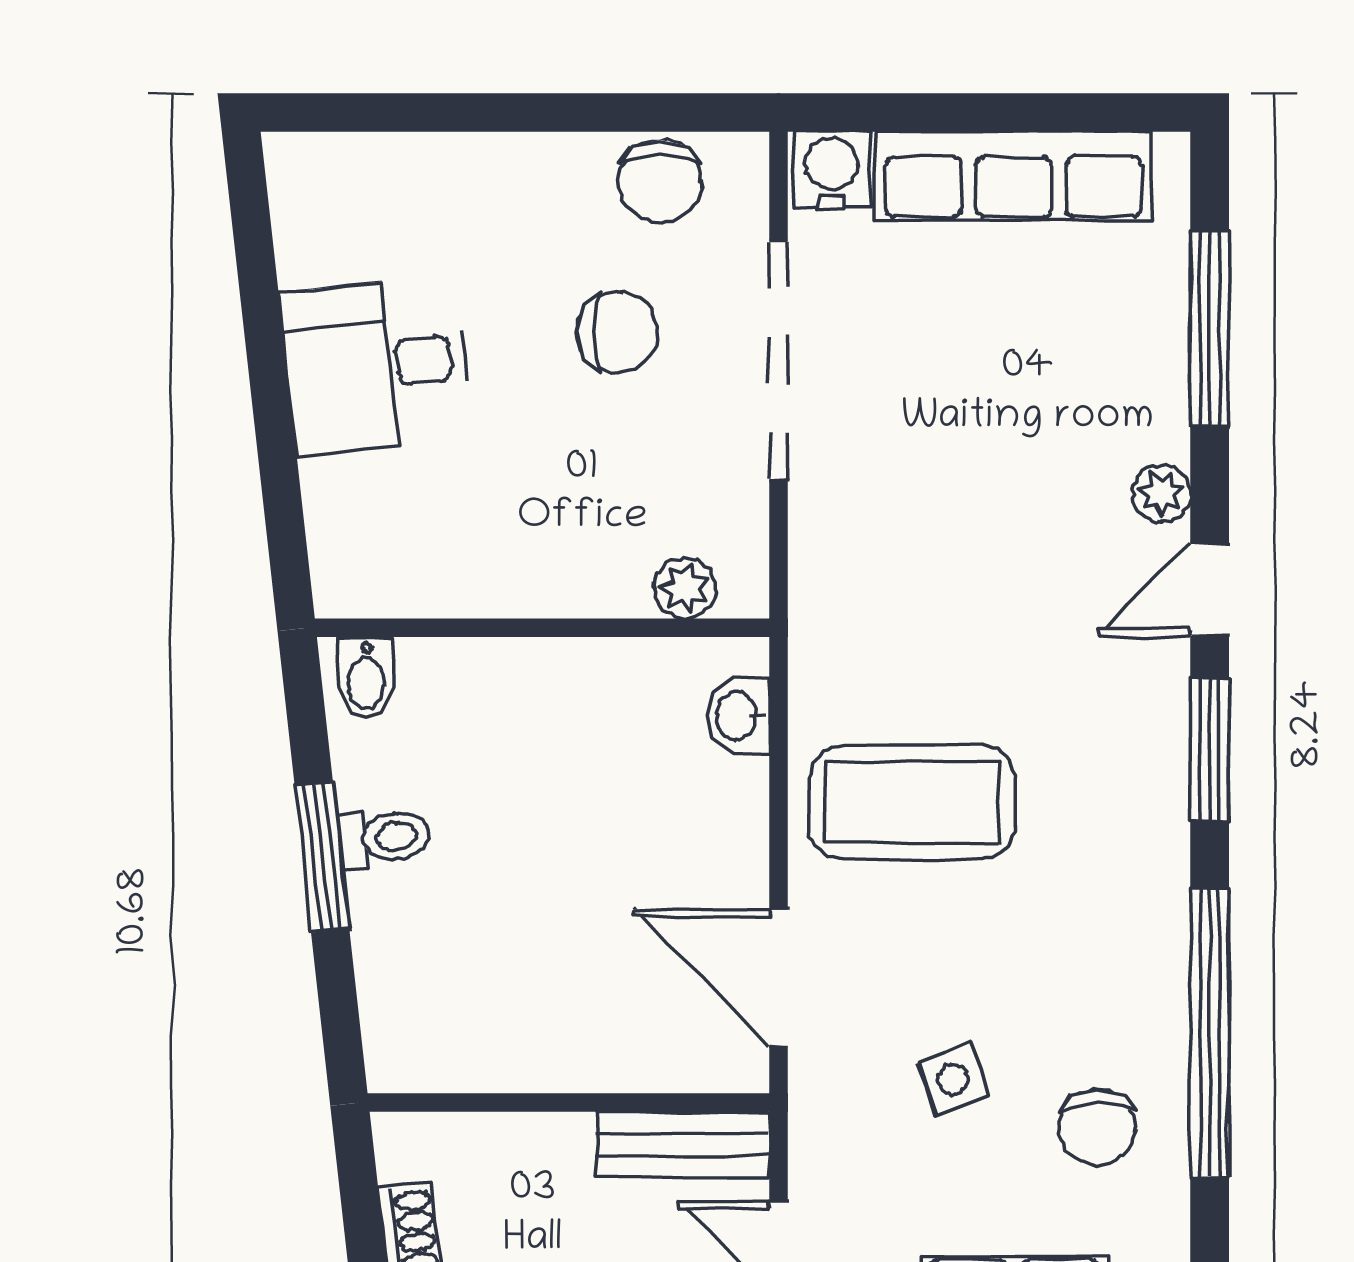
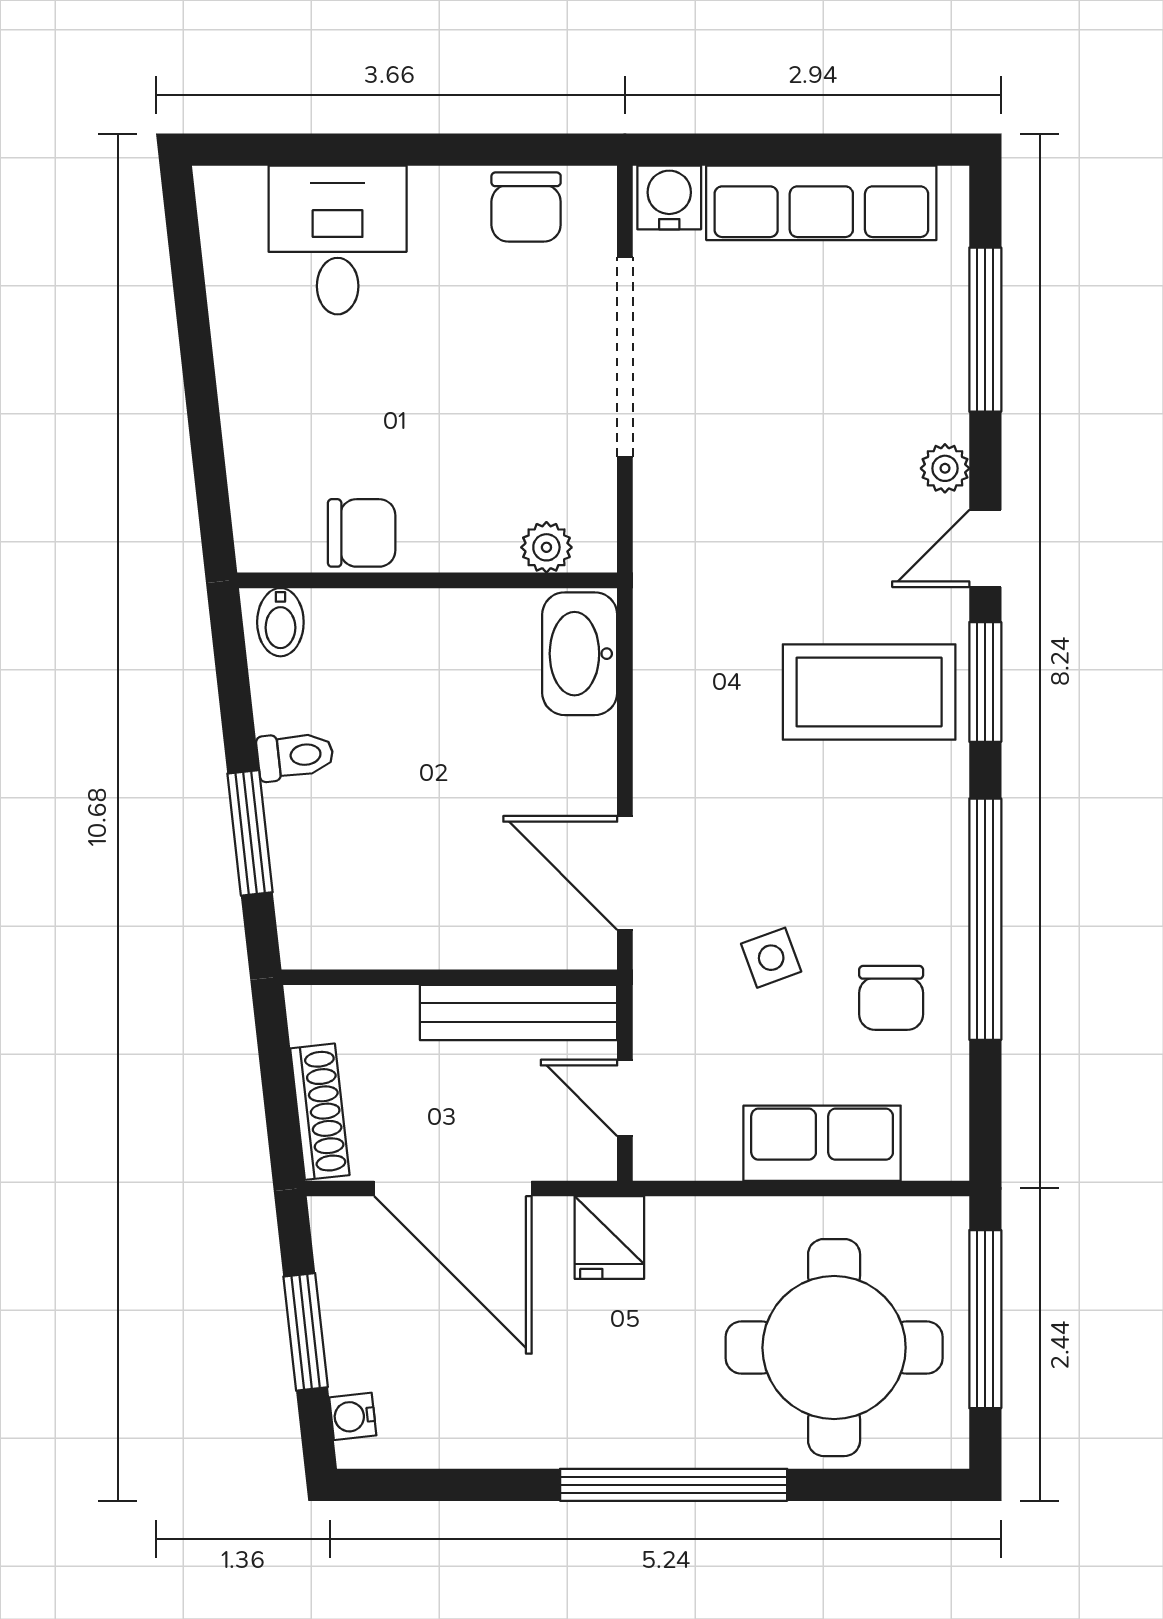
chair: (617, 332) -> (362, 533), moved
desk: (376, 365) -> (338, 240), moved, turned 96
washbasin: (738, 715) -> (580, 654), width x1.91, depth x1.45
coffee table: (912, 803) -> (869, 692), moved
window: (322, 858) -> (250, 833), moved
bench: (683, 1145) -> (519, 1013), width x1.36

